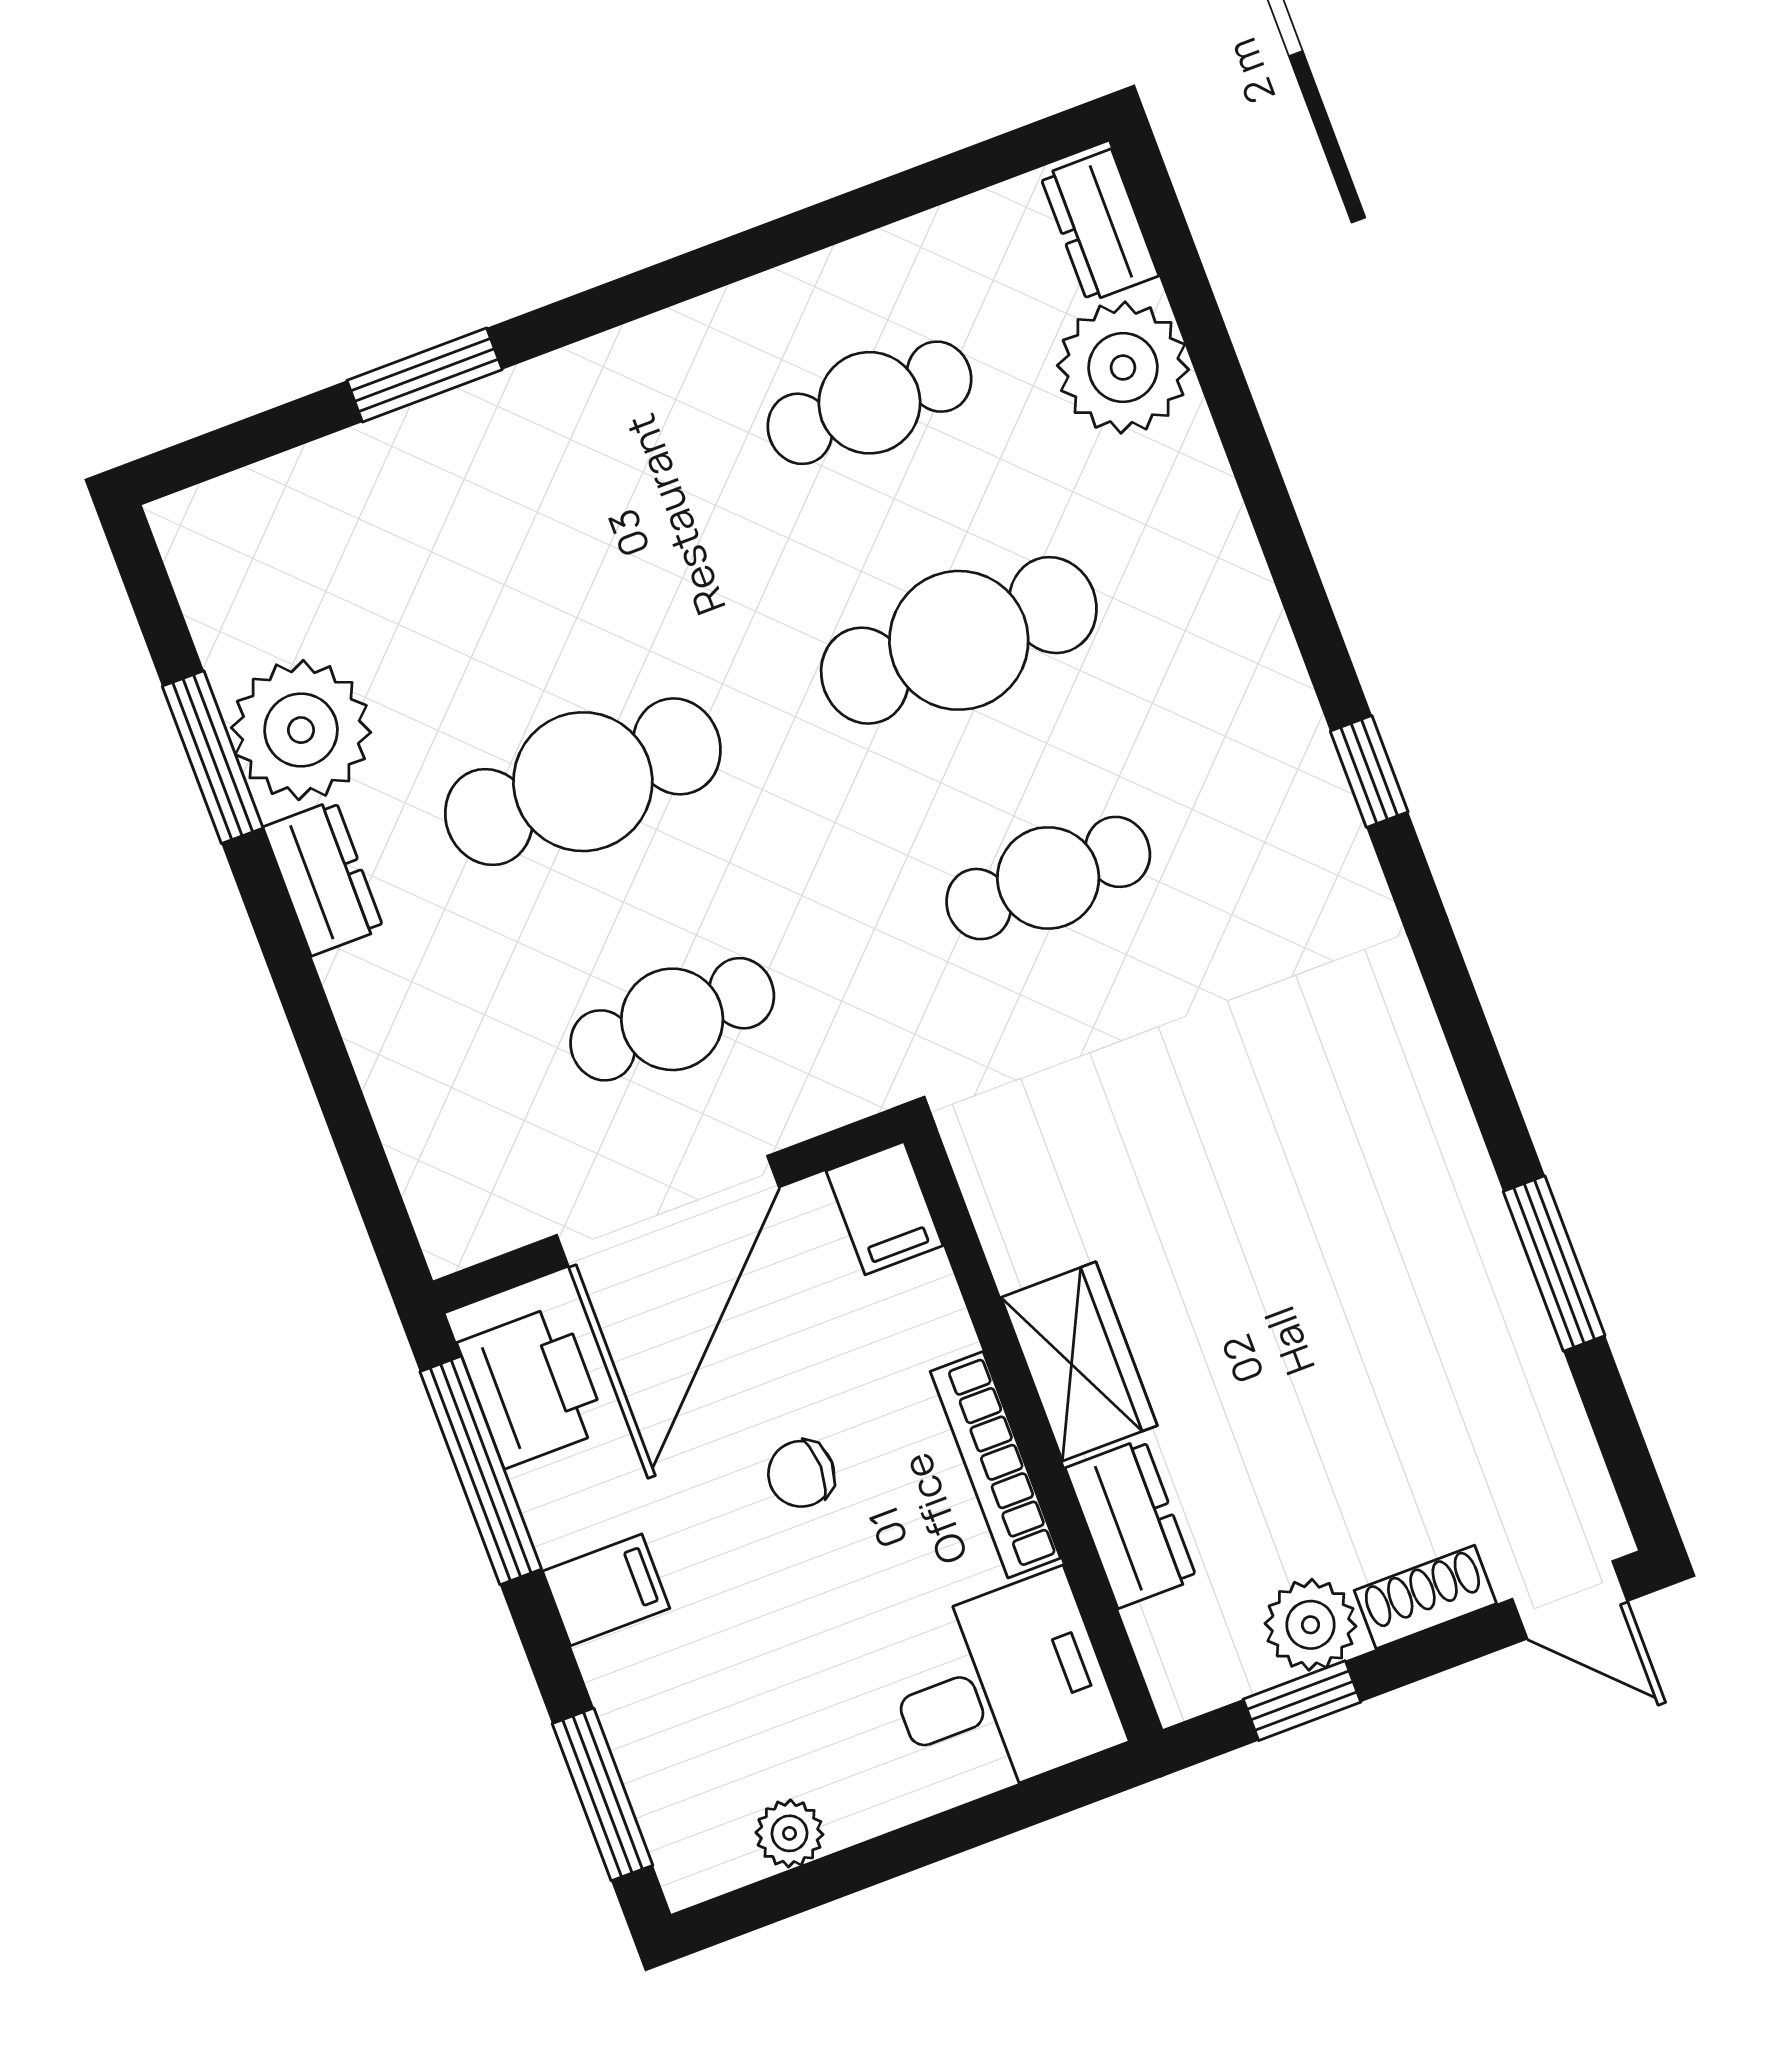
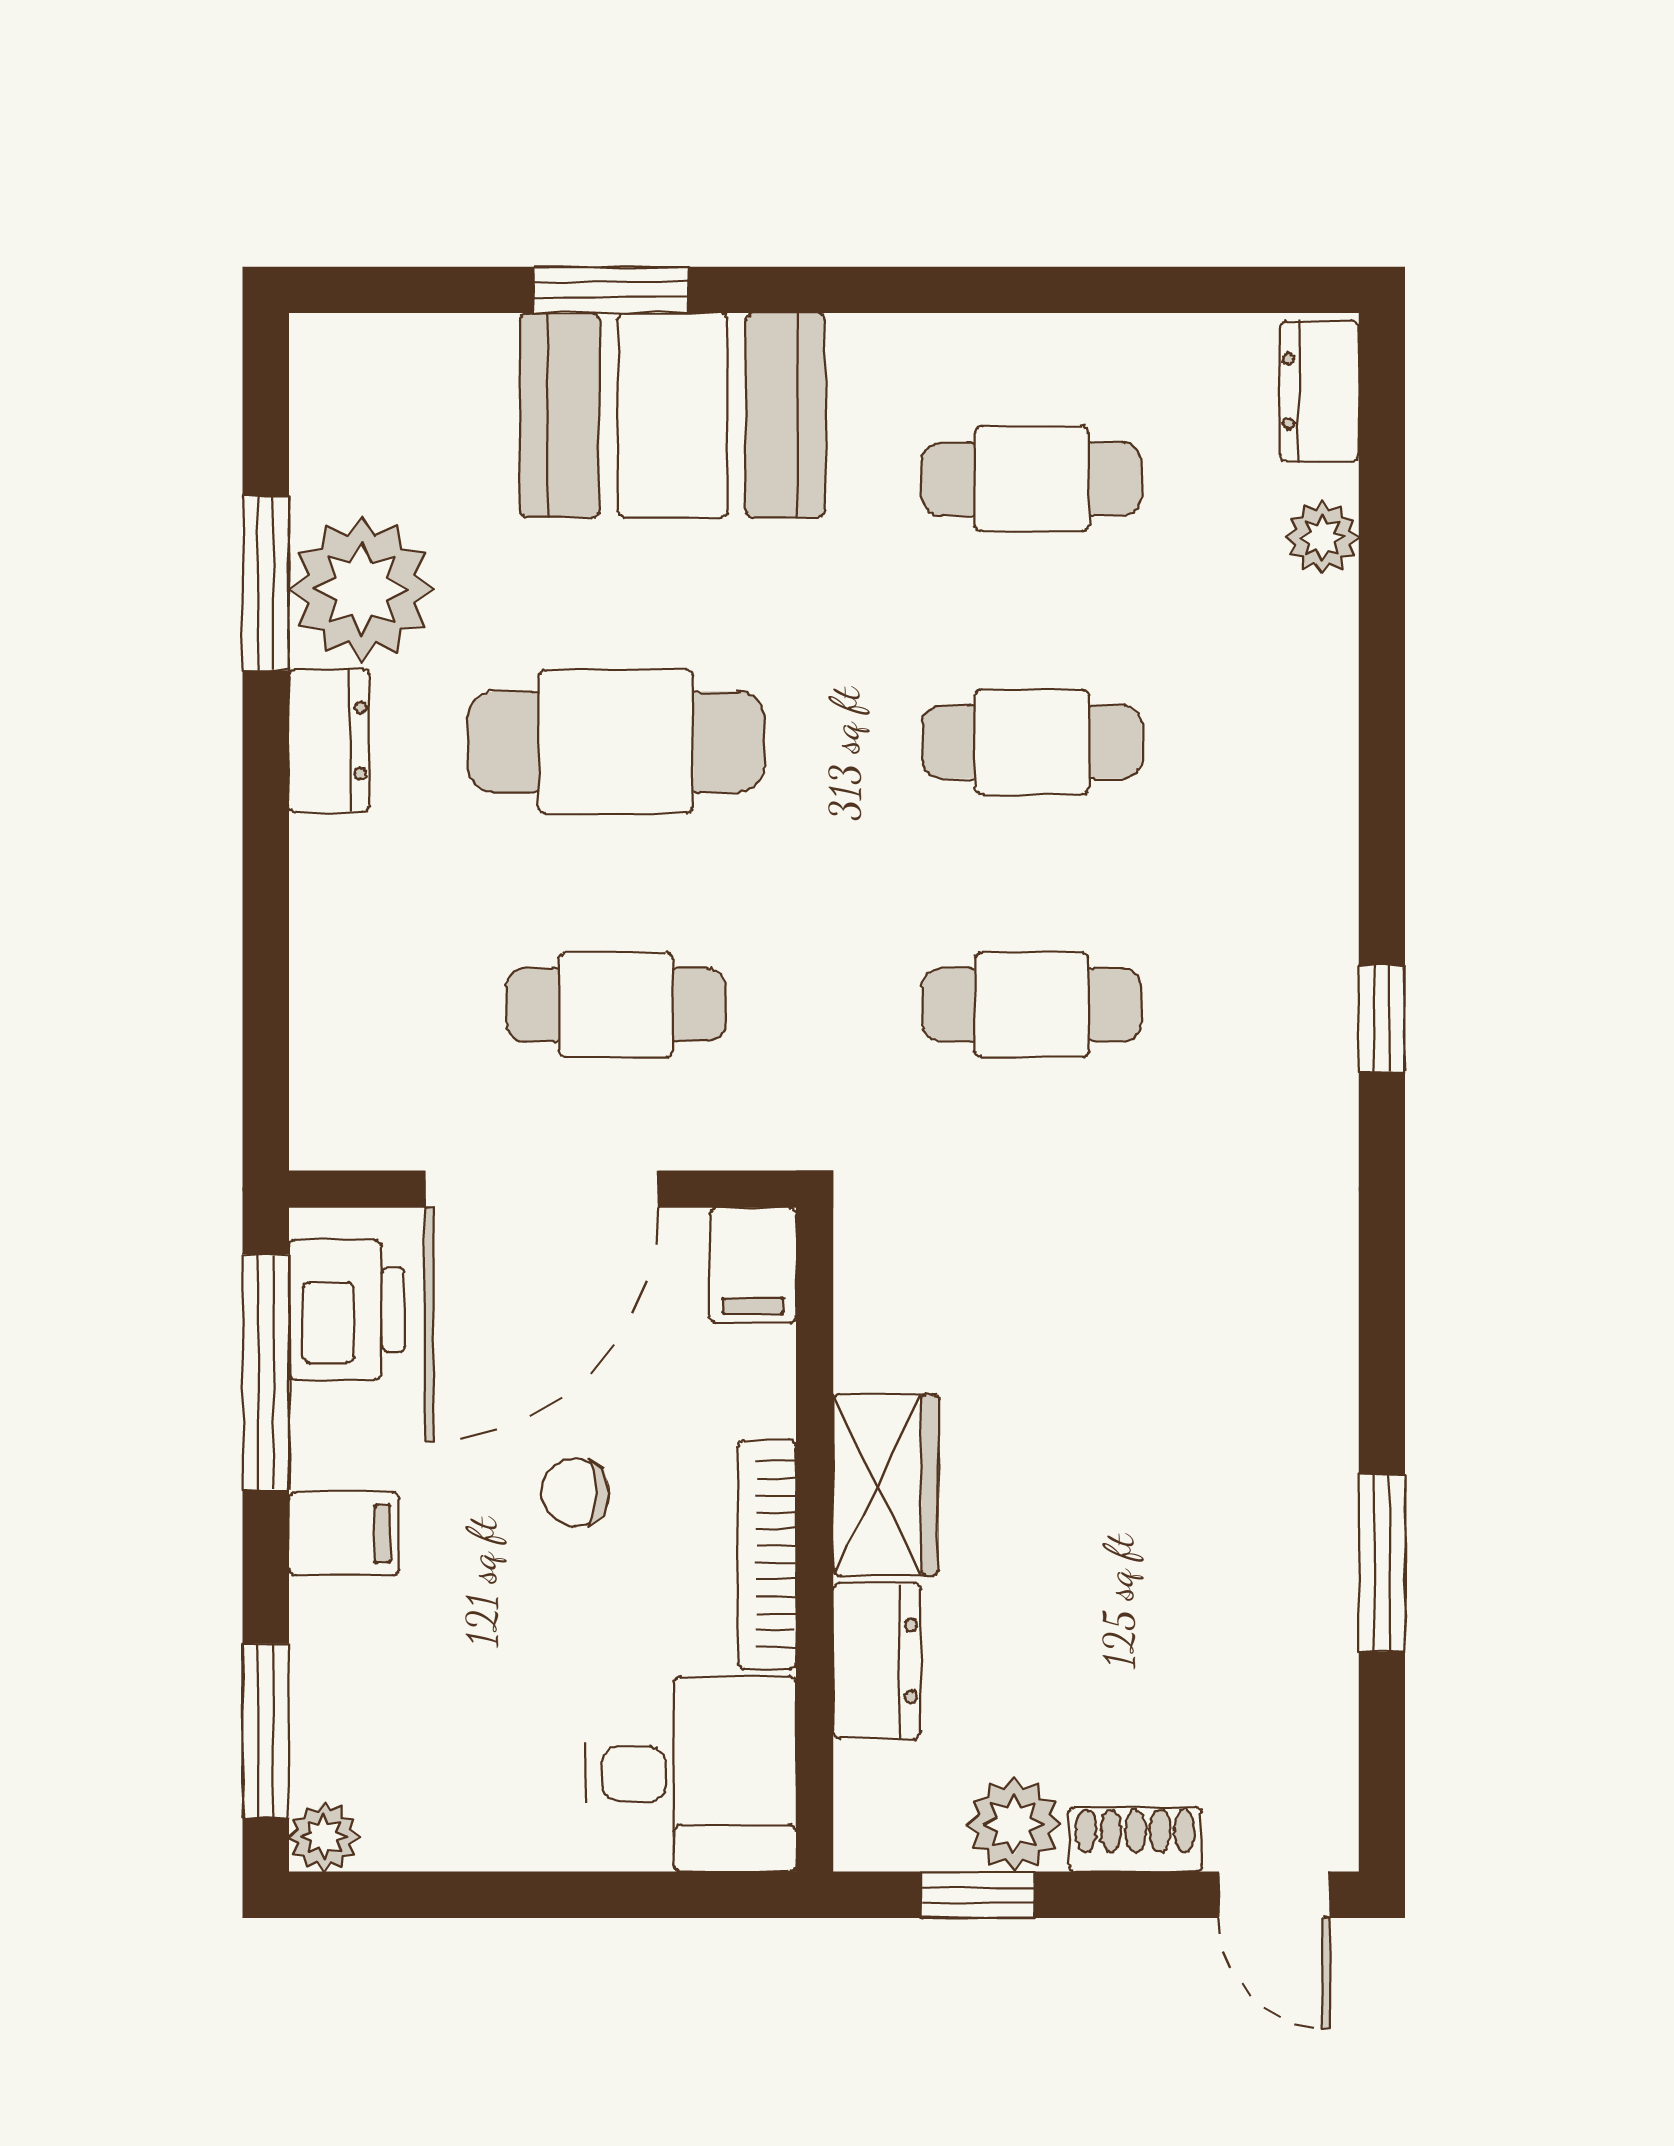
plant: (1123, 368) -> (1322, 537), width x0.53, depth x0.53
booth: (523, 467) -> (673, 415), added
cafe table: (959, 640) -> (1032, 742), width x0.73, depth x0.74
plant: (789, 1833) -> (324, 1837), moved

